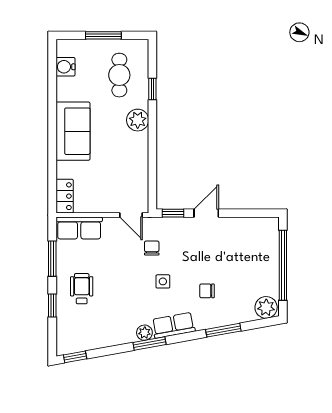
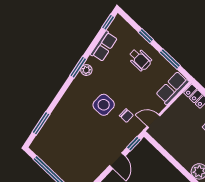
side table: (163, 281) -> (104, 105), width x1.87, depth x1.87
chair: (207, 291) -> (77, 123), removed
plant: (266, 307) -> (39, 145), removed
row of seats: (173, 325) -> (104, 46), moved
window: (223, 330) -> (41, 123), moved

